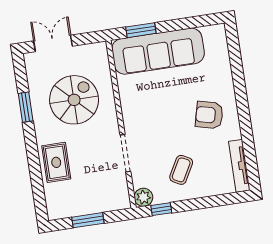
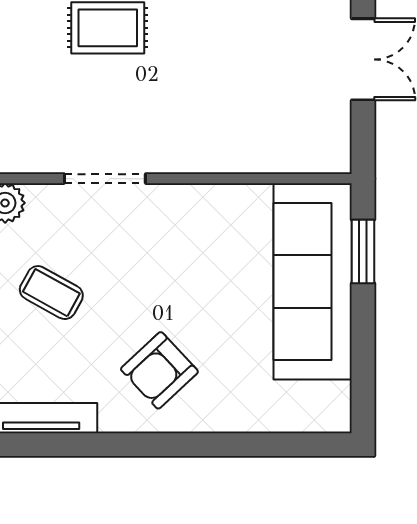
spiral stairs: (74, 100) -> (236, 86), removed
armchair: (209, 115) -> (159, 370), turned -147

